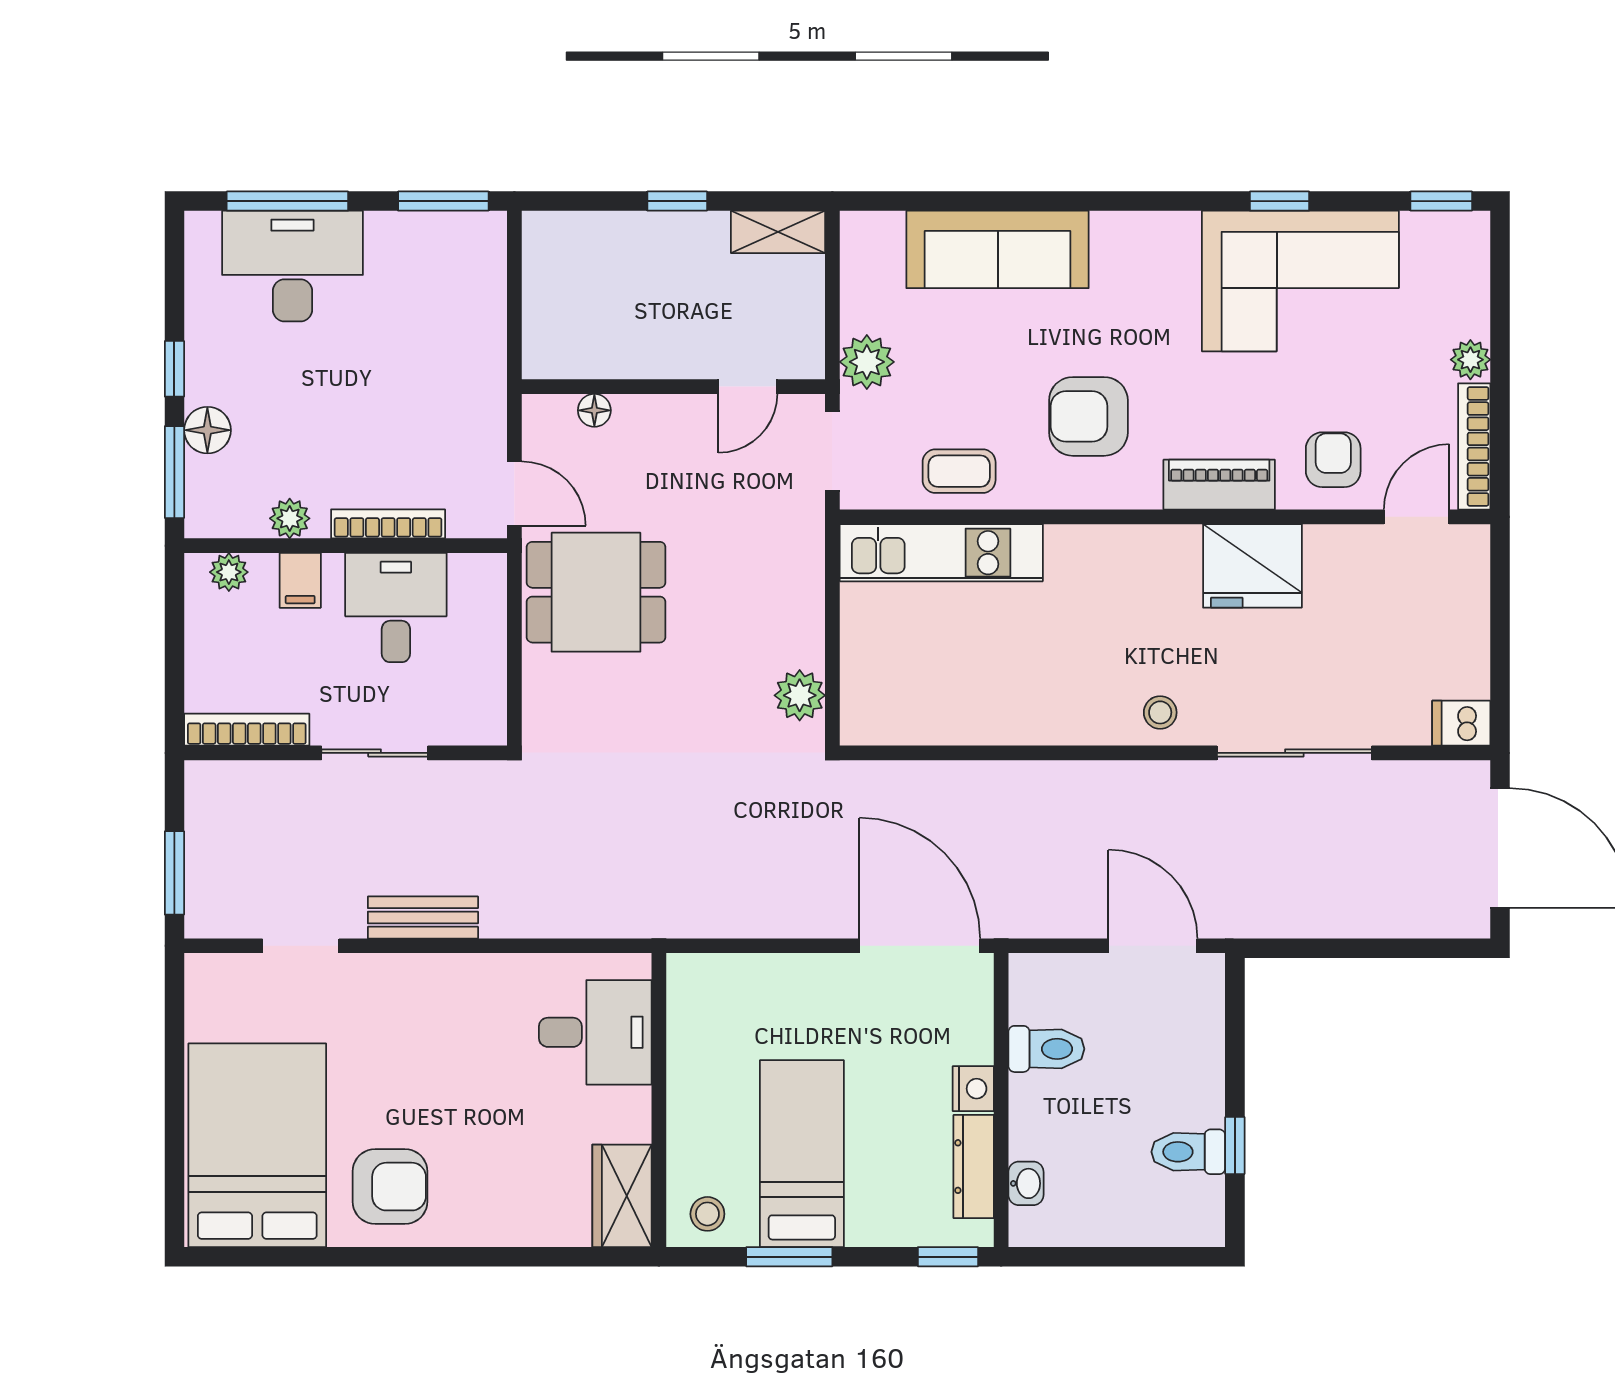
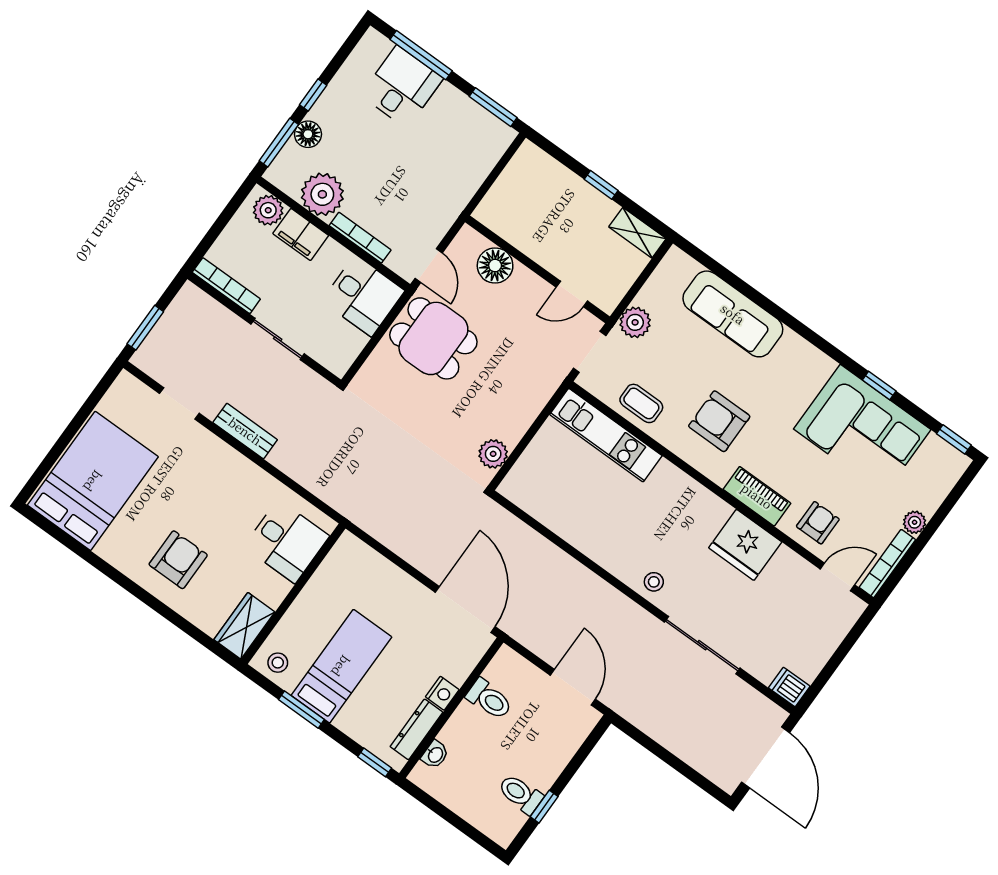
desk: (292, 266) -> (402, 87), width x0.73
floor lamp: (594, 410) -> (495, 266), width x1.89, depth x1.89
plant: (290, 518) -> (322, 194), width x1.88, depth x1.88
plant: (229, 572) -> (268, 210), width x1.38, depth x1.38
filing cabinet: (300, 580) -> (301, 234), width x2.00
desk: (396, 608) -> (363, 296), moved, turned 90
armchair: (390, 1187) -> (178, 560), moved, turned -90

